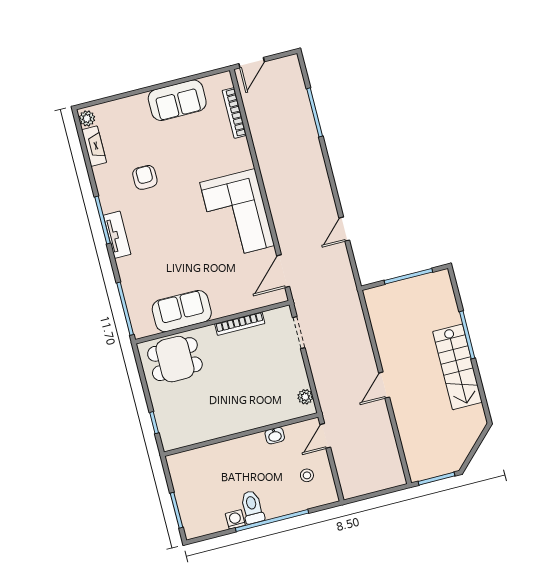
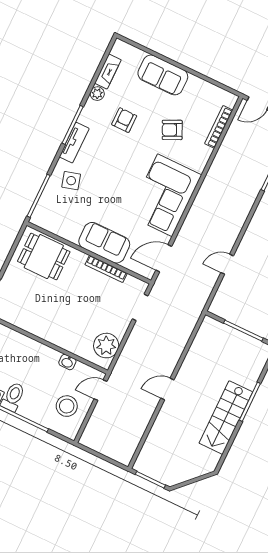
sofa: (177, 100) -> (163, 75), moved
plant: (87, 118) -> (97, 94), moved
armchair: (195, 150) -> (172, 130), added
side table: (143, 271) -> (71, 181), added
sofa: (182, 311) -> (104, 243), moved
plant: (305, 397) -> (106, 346), width x1.88, depth x1.88
stool: (307, 475) -> (67, 406), width x1.89, depth x1.89

